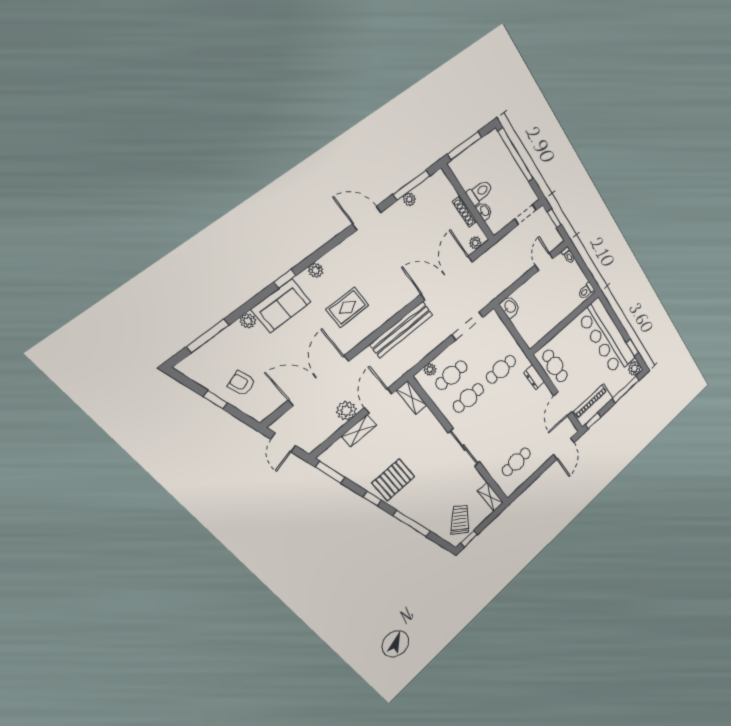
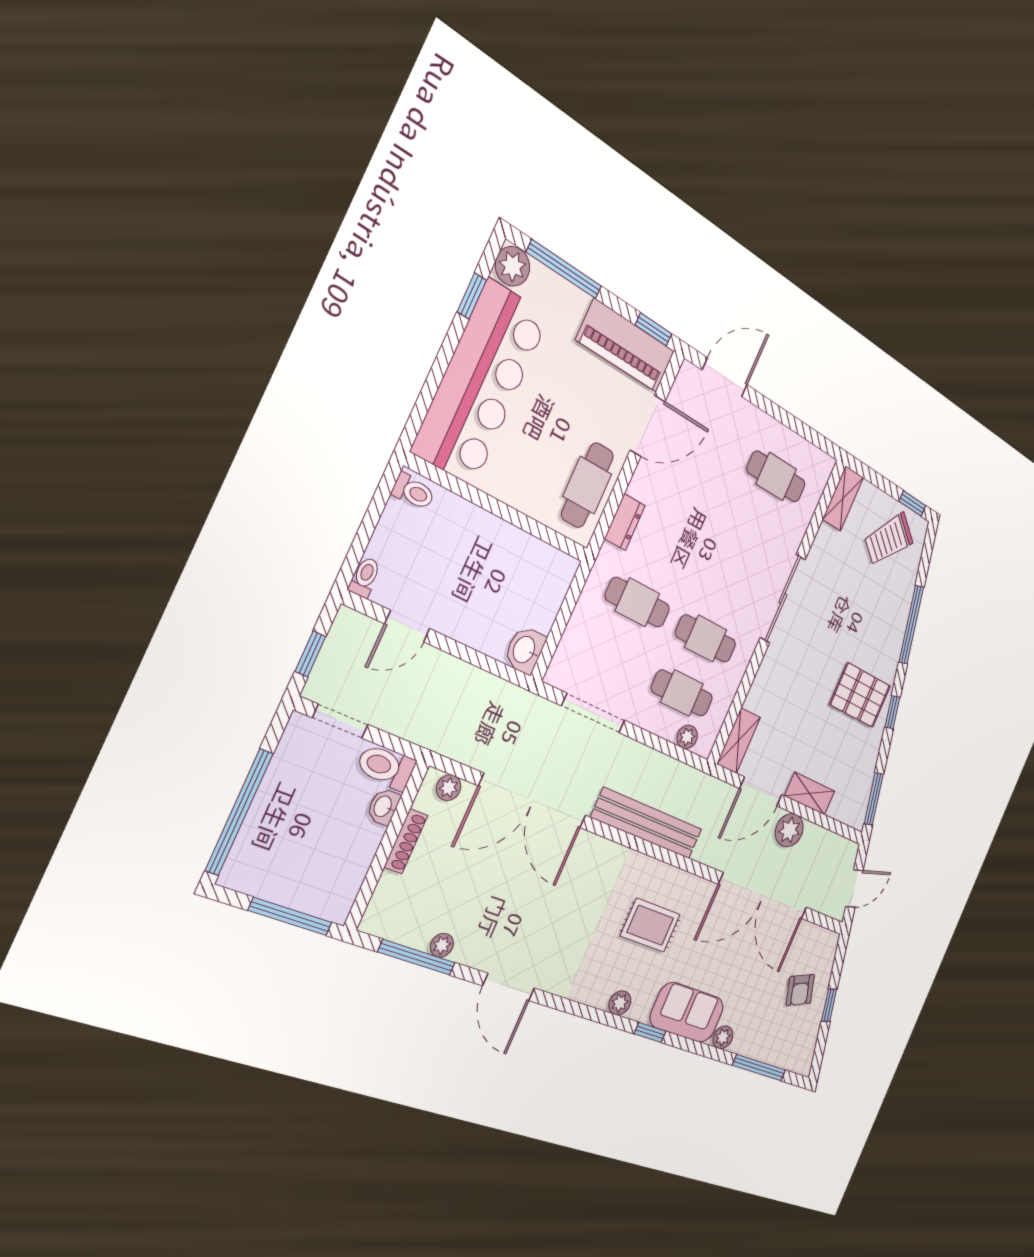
toilet: (480, 192) -> (386, 767), moved

